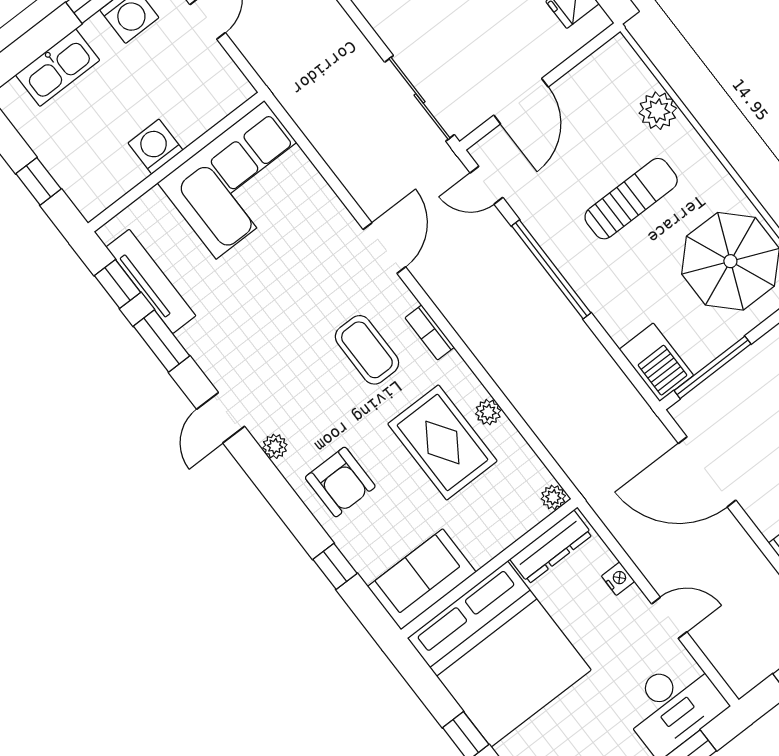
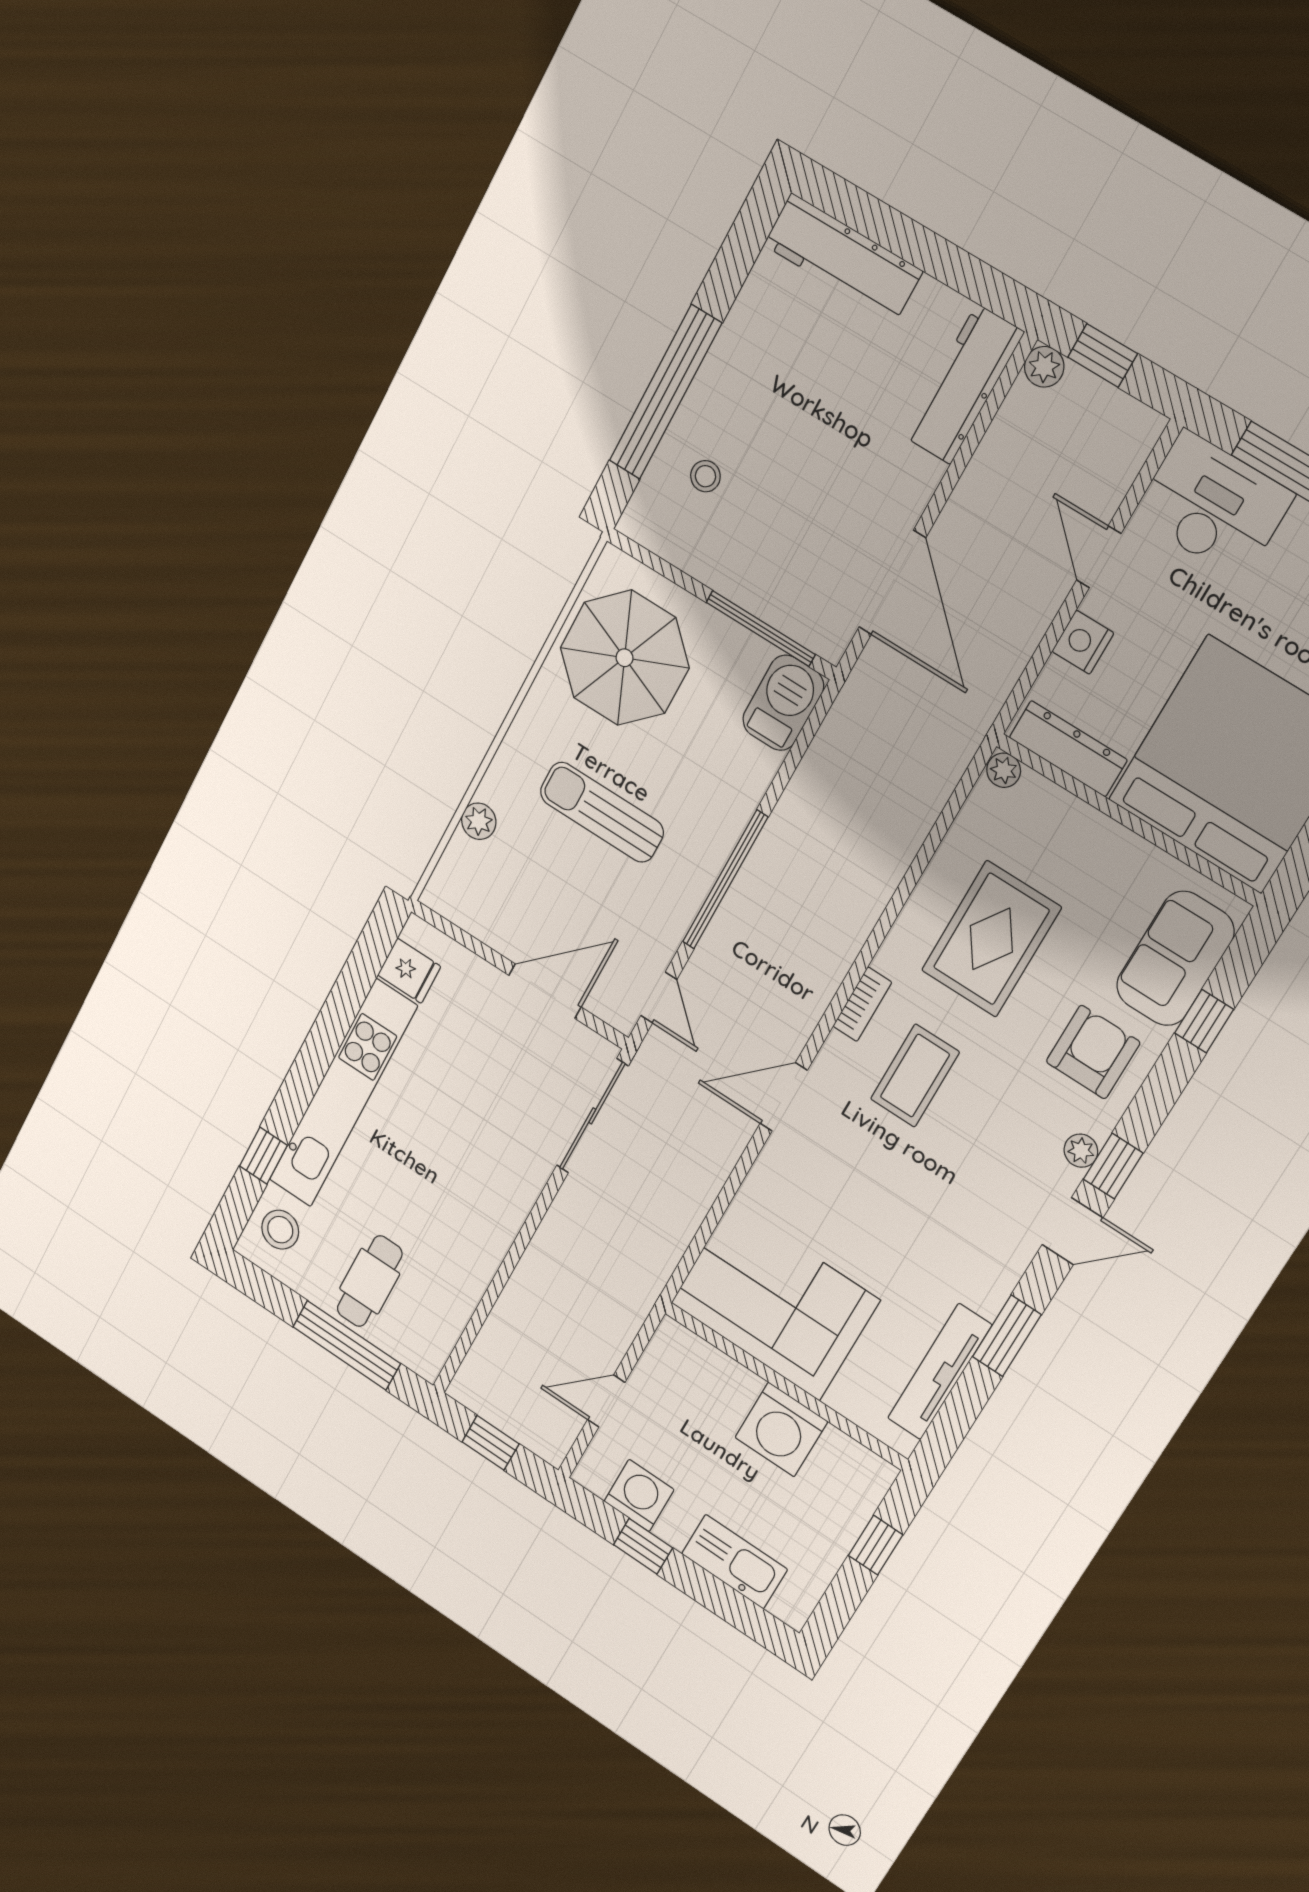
plant: (658, 111) -> (479, 821), width x0.73, depth x0.73
washing machine: (155, 147) -> (781, 1430), width x1.37, depth x1.37
window: (118, 284) -> (1113, 1166), moved
plant: (488, 412) -> (930, 894), removed
sofa: (422, 579) -> (1175, 959), moved, turned 90
nightstand: (618, 579) -> (1083, 642), width x1.39, depth x1.35

